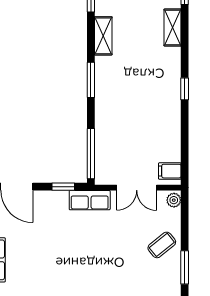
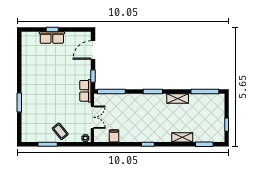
filing cabinet: (170, 171) -> (114, 136), moved
double door: (137, 188) -> (92, 117), swing flipped

